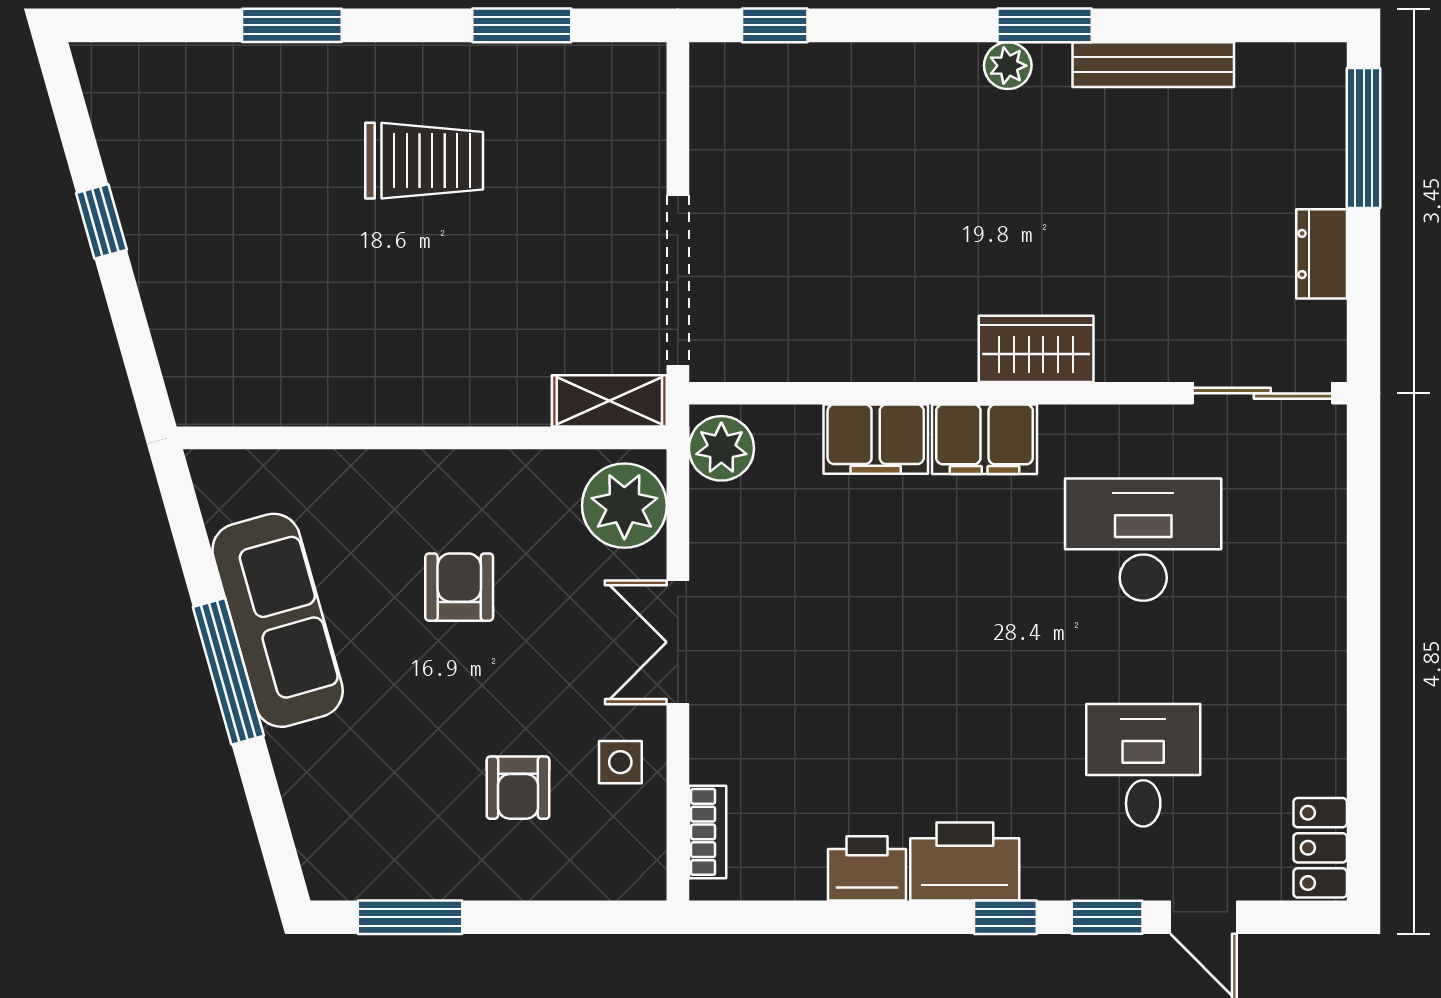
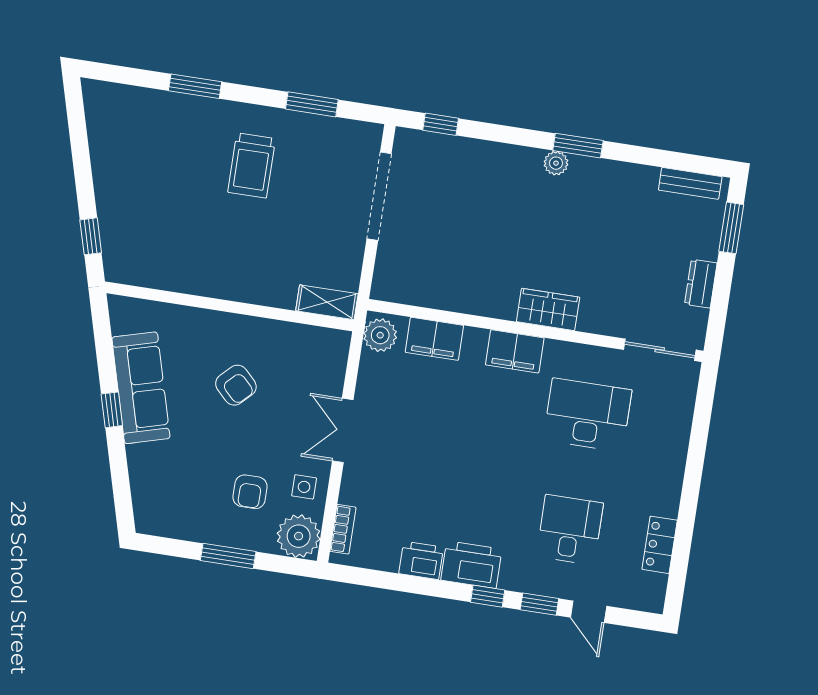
bench: (1153, 65) -> (690, 183), moved, width x0.73
window: (1364, 138) -> (731, 228), width x0.69
trolley: (424, 161) -> (252, 165), turned 90
window: (101, 221) -> (91, 236), moved
doorway: (678, 280) -> (379, 196), moved
filing cabinet: (876, 439) -> (434, 339), moved
plant: (624, 506) -> (299, 536), moved
armchair: (459, 587) -> (236, 385), turned 135
window: (228, 671) -> (112, 410), width x0.46
locker: (1320, 848) -> (660, 545), moved
window: (410, 917) -> (228, 556), moved

